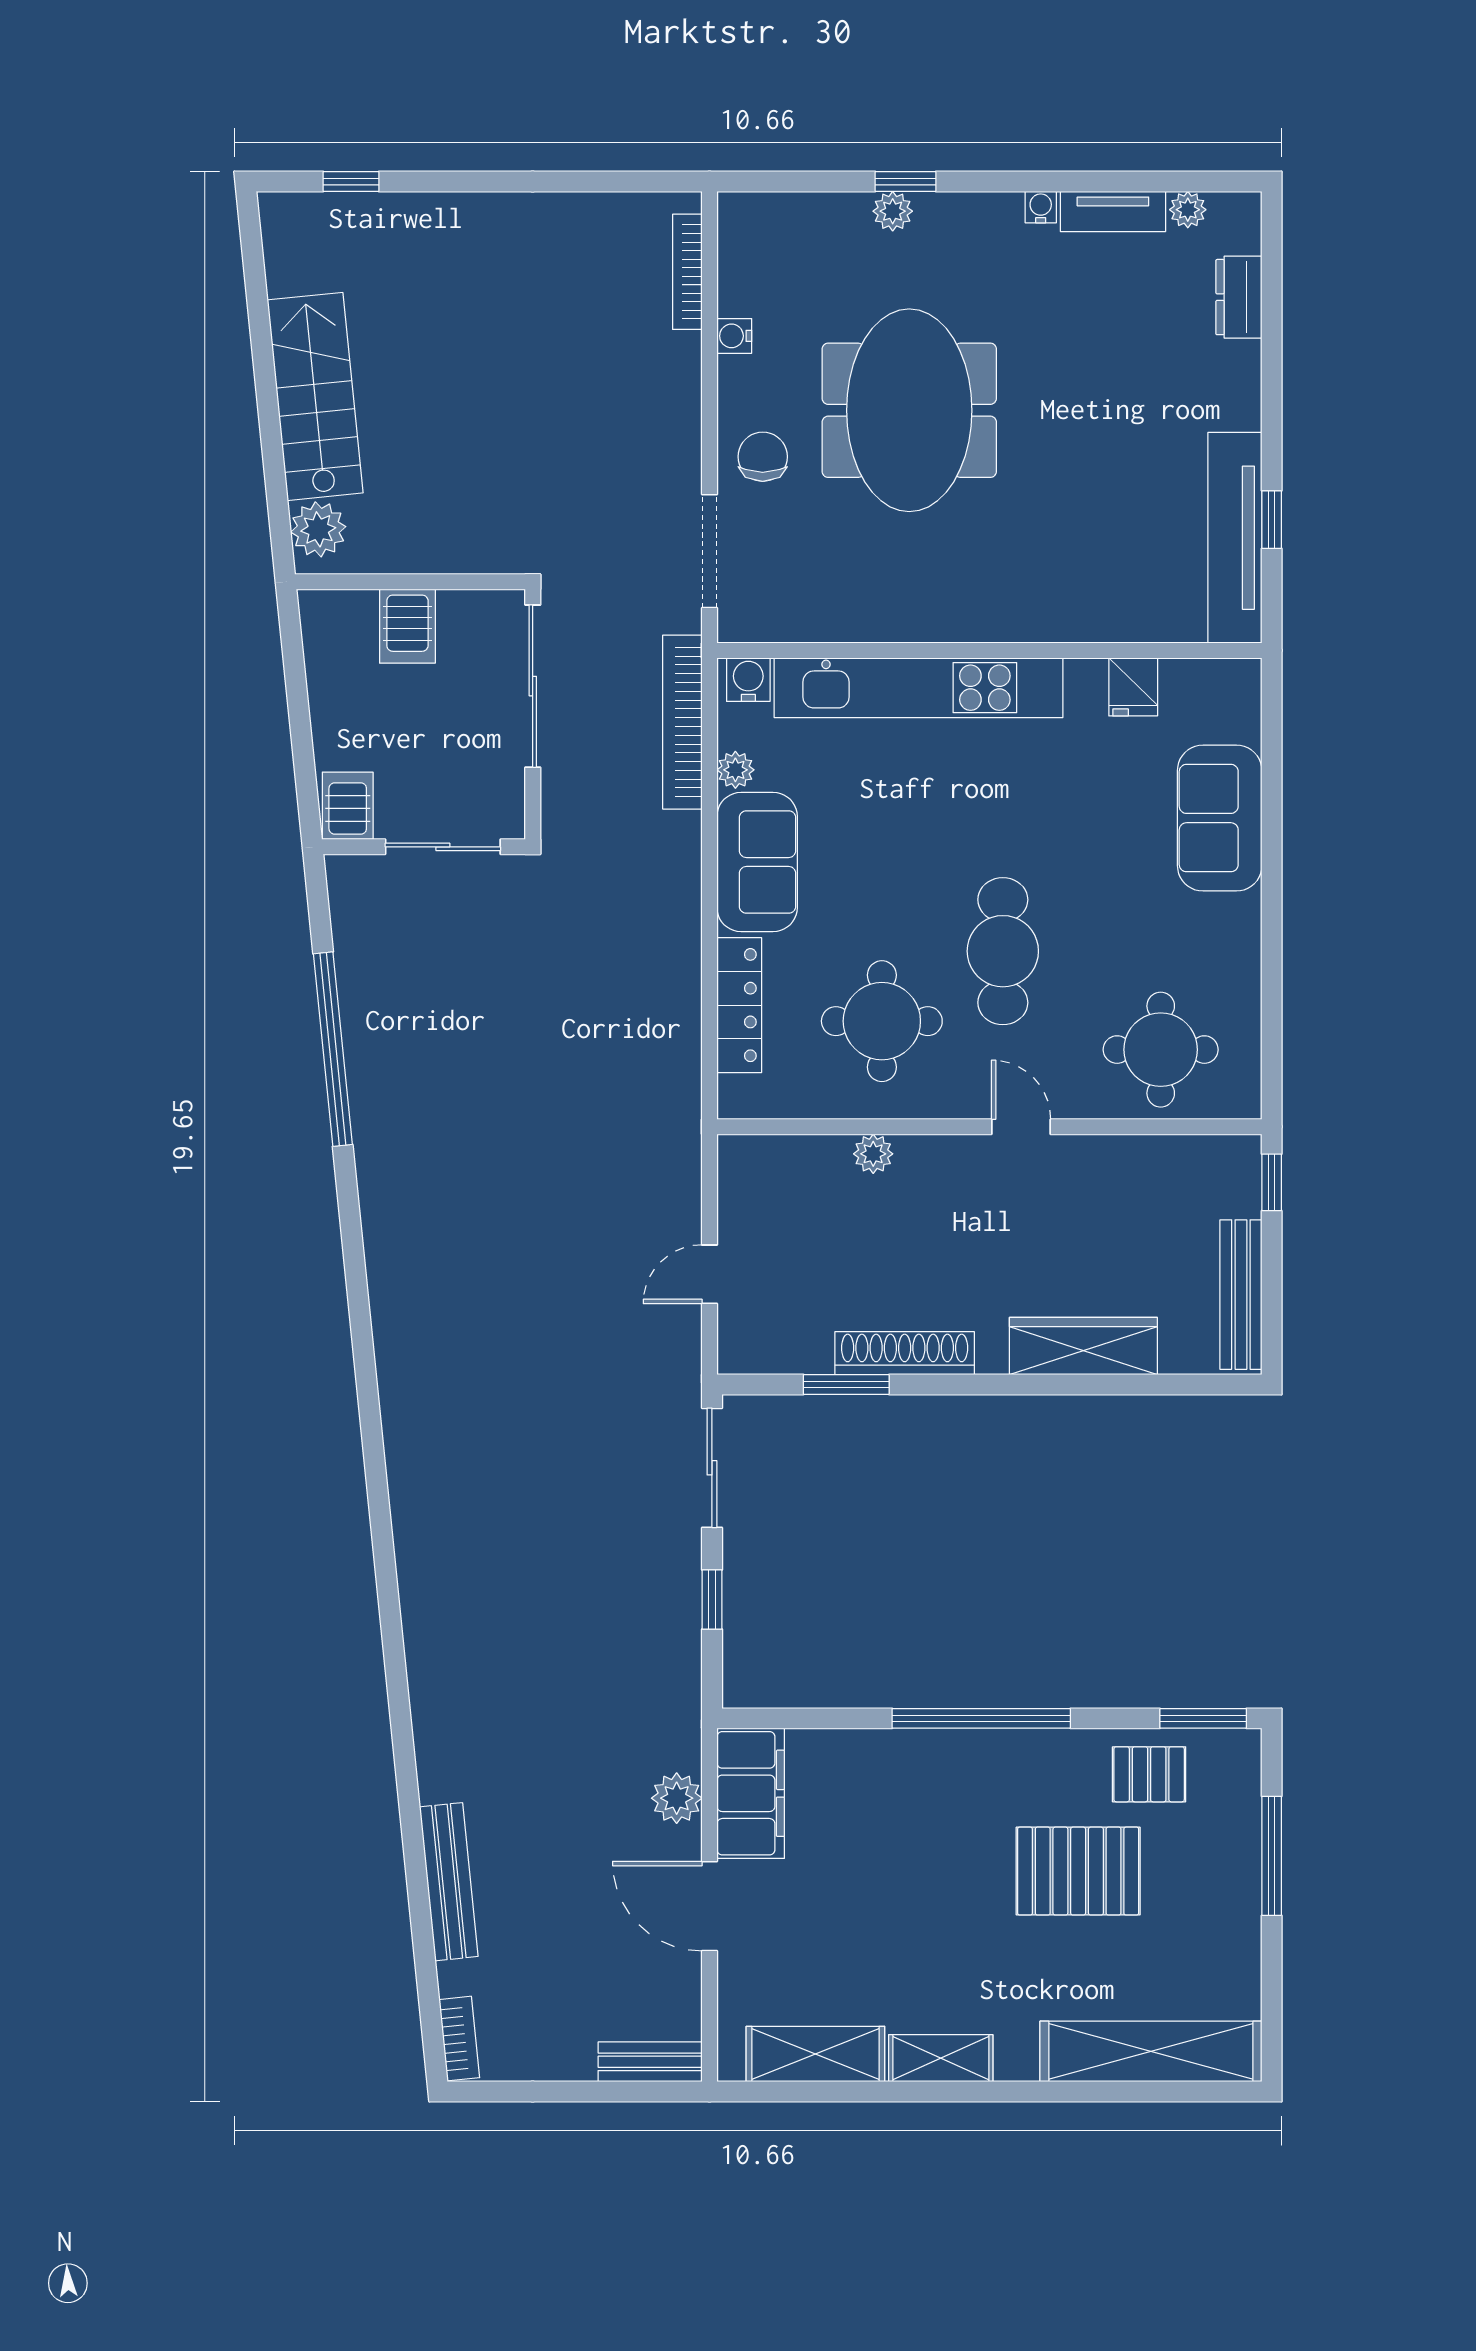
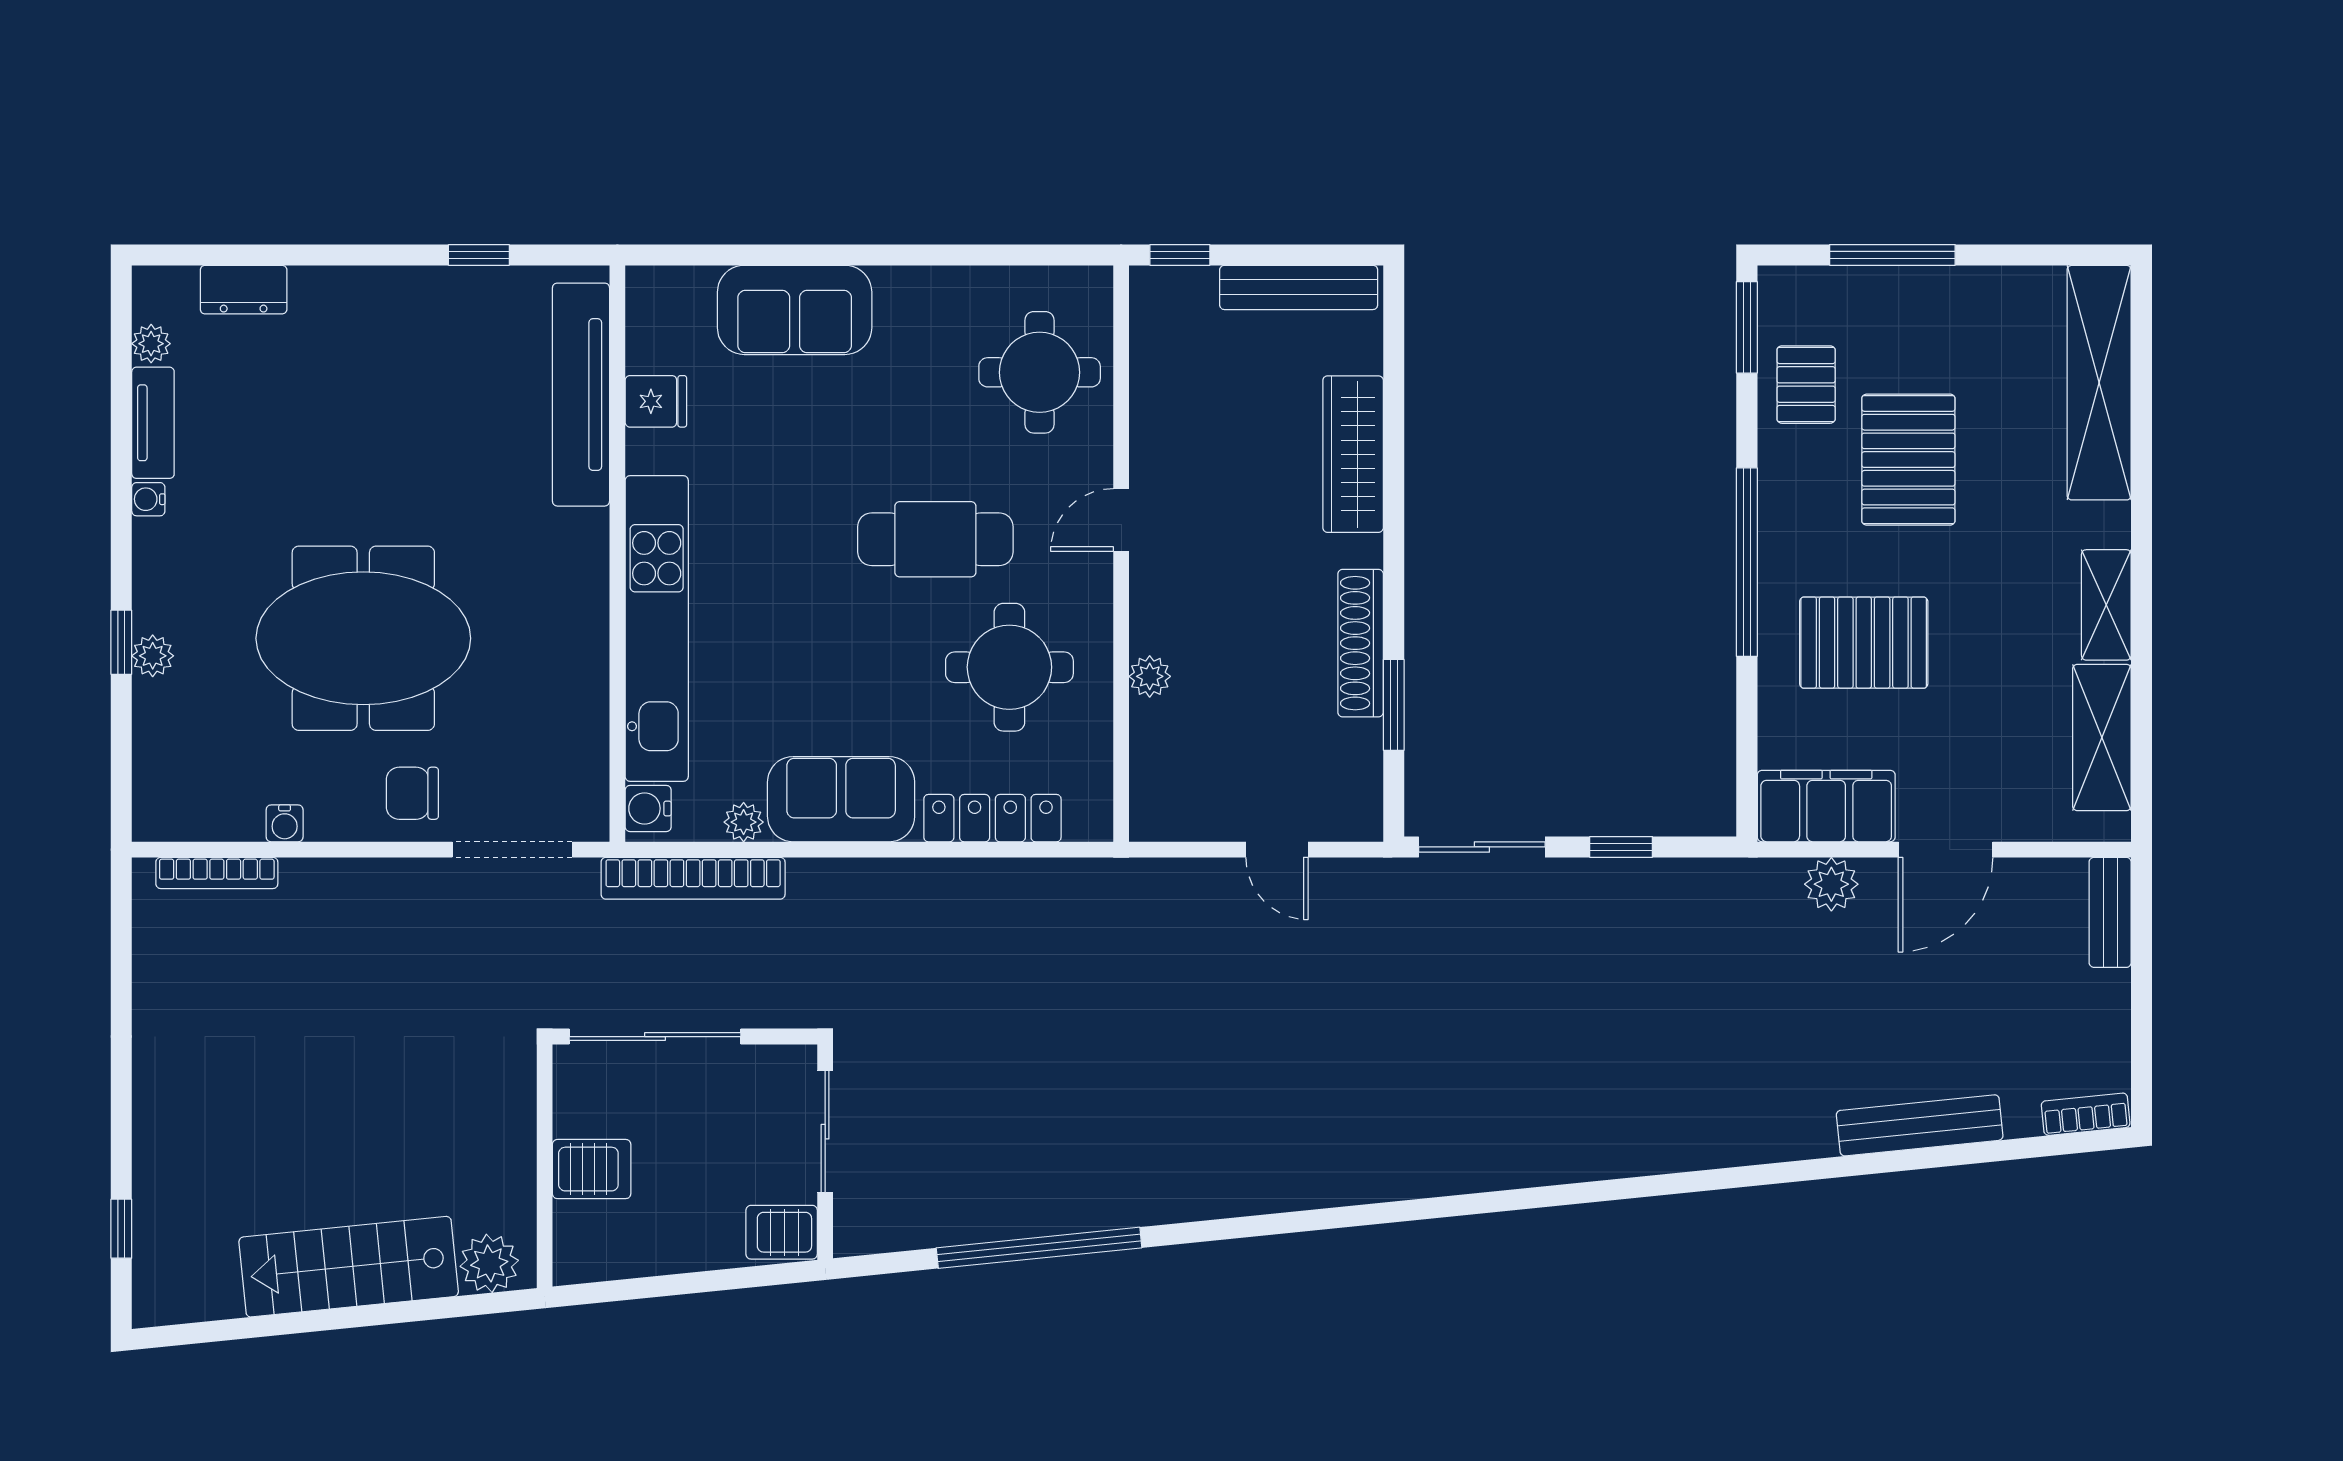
tv unit: (1235, 538) -> (581, 395), moved, turned 90
pallet: (905, 1829) -> (1864, 643), added

